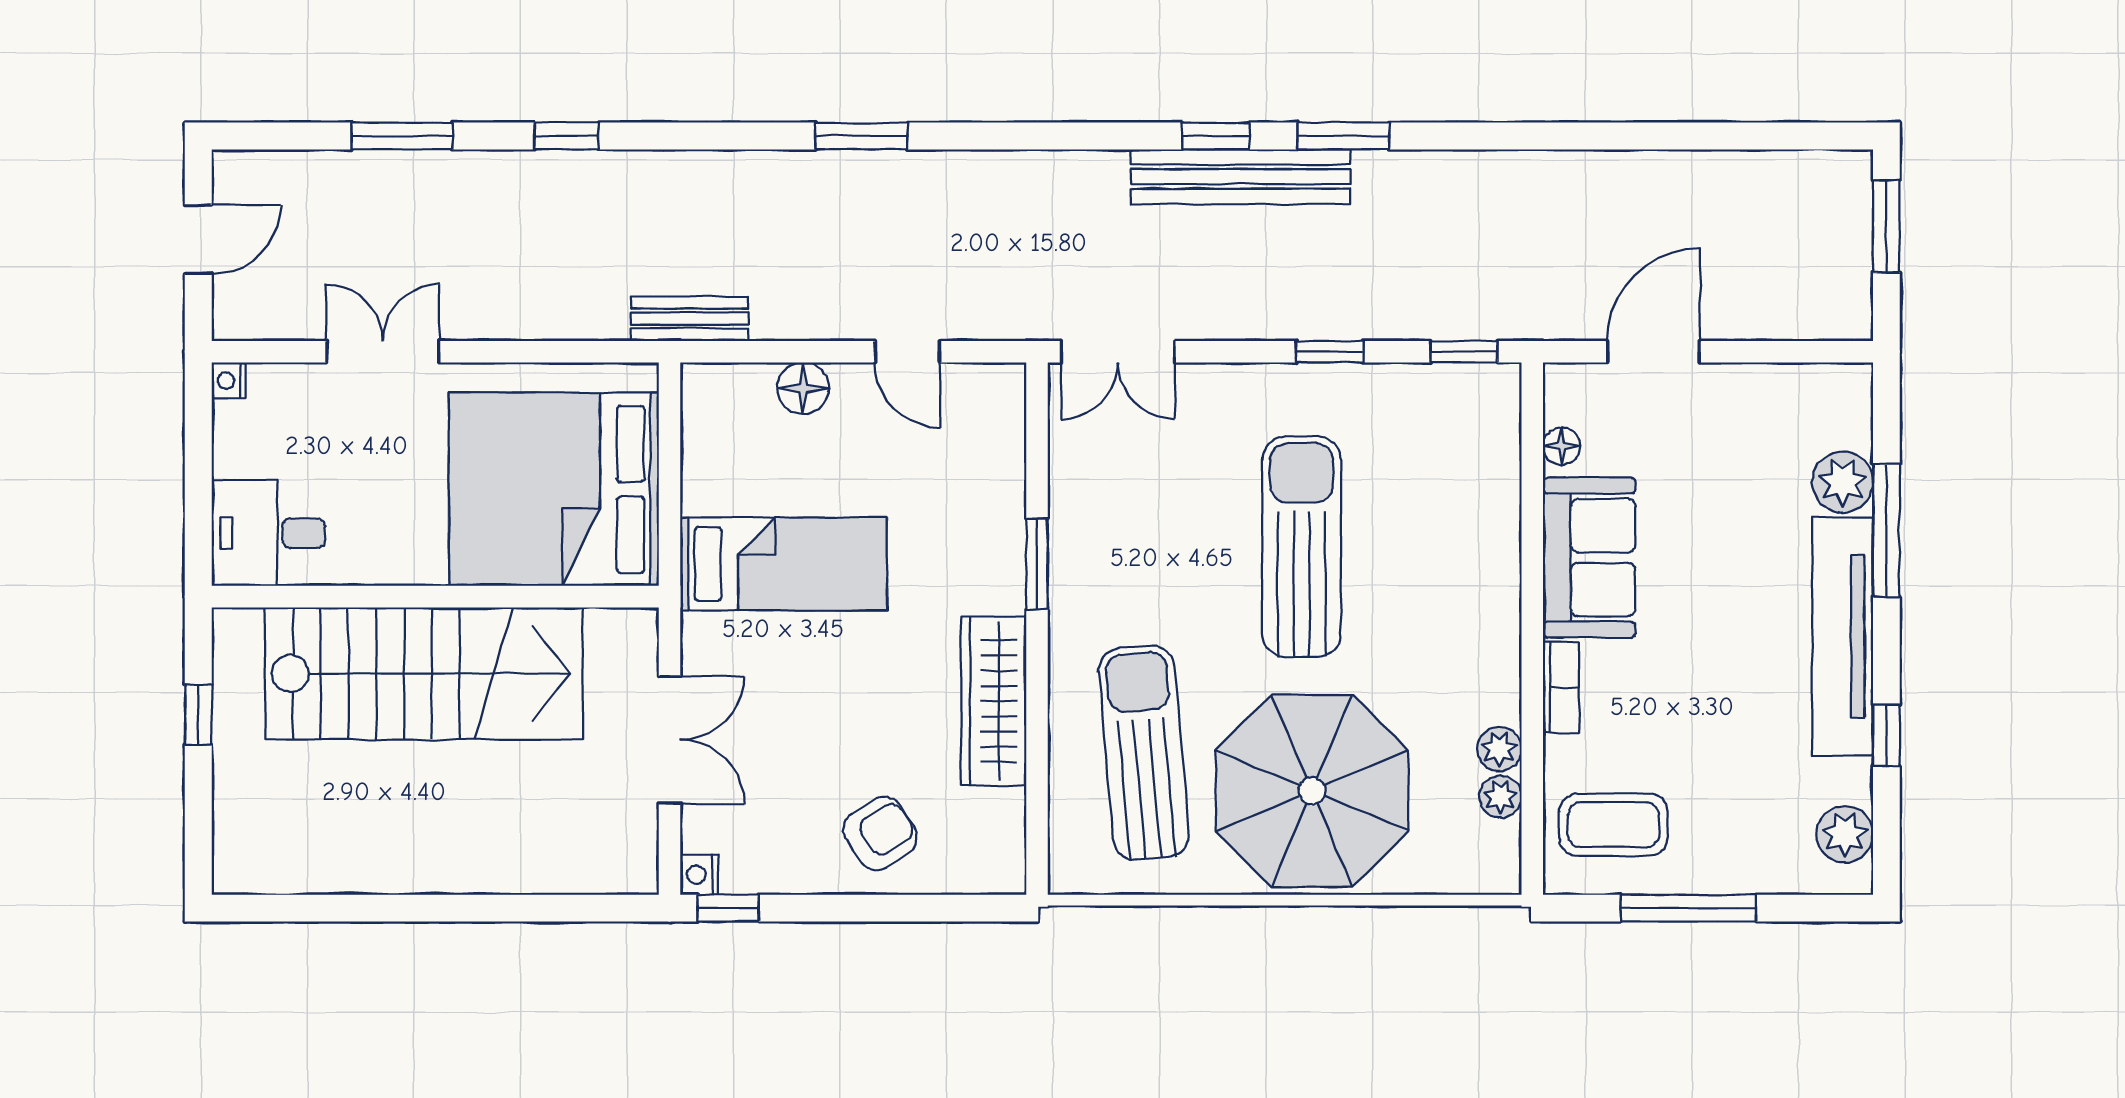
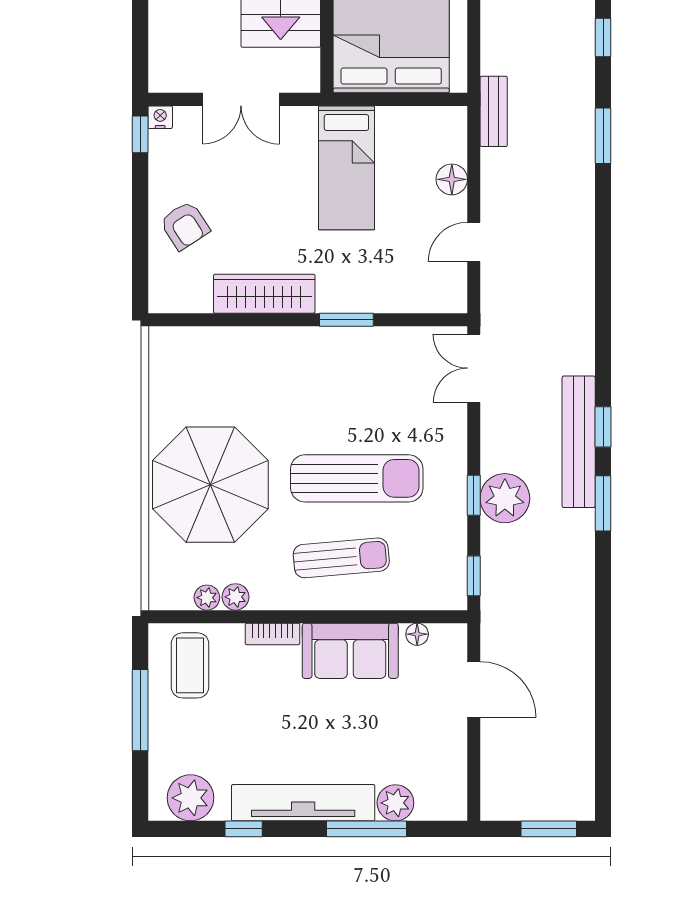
window: (862, 136) -> (603, 136), moved
plant: (1335, 300) -> (505, 498), added
sun lounger: (1144, 753) -> (341, 558), moved, width x0.73, depth x0.75
plant: (1845, 834) -> (190, 798), width x1.36, depth x1.36

